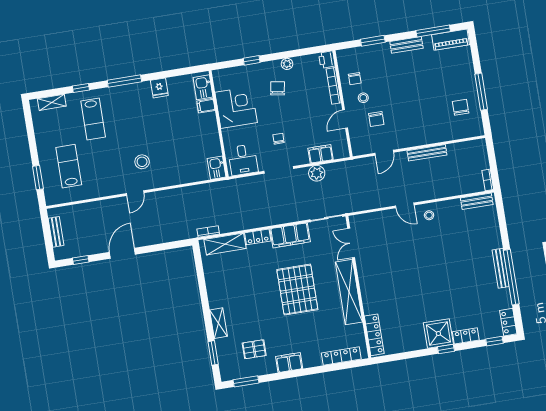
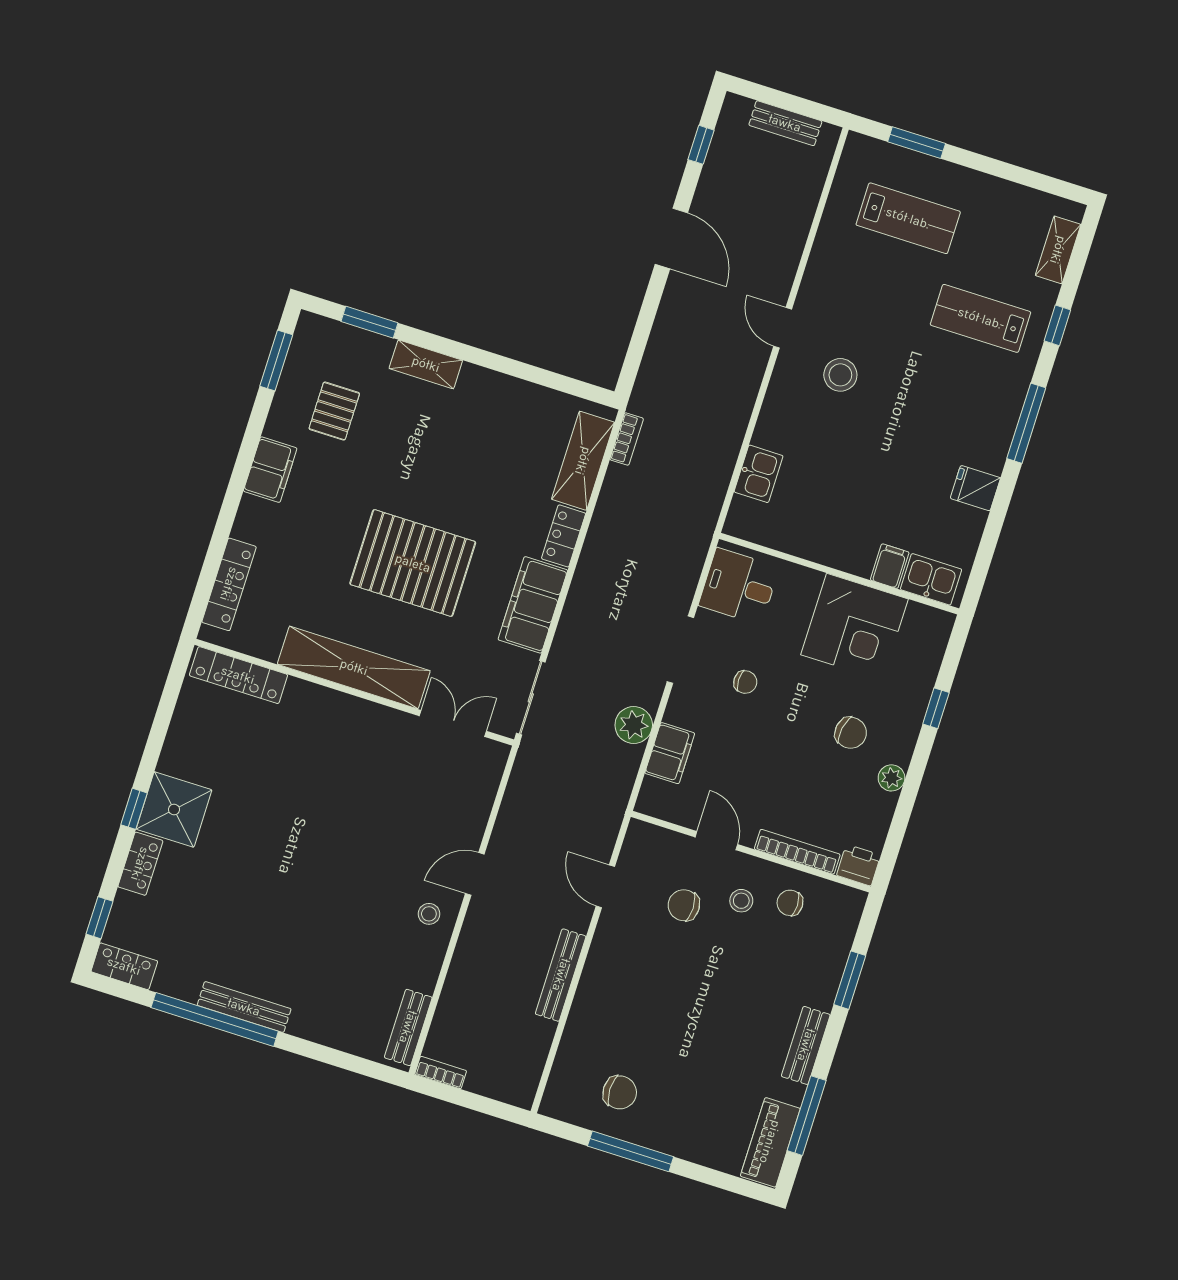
kitchen sink: (217, 168) -> (759, 474), moved, turned 90

